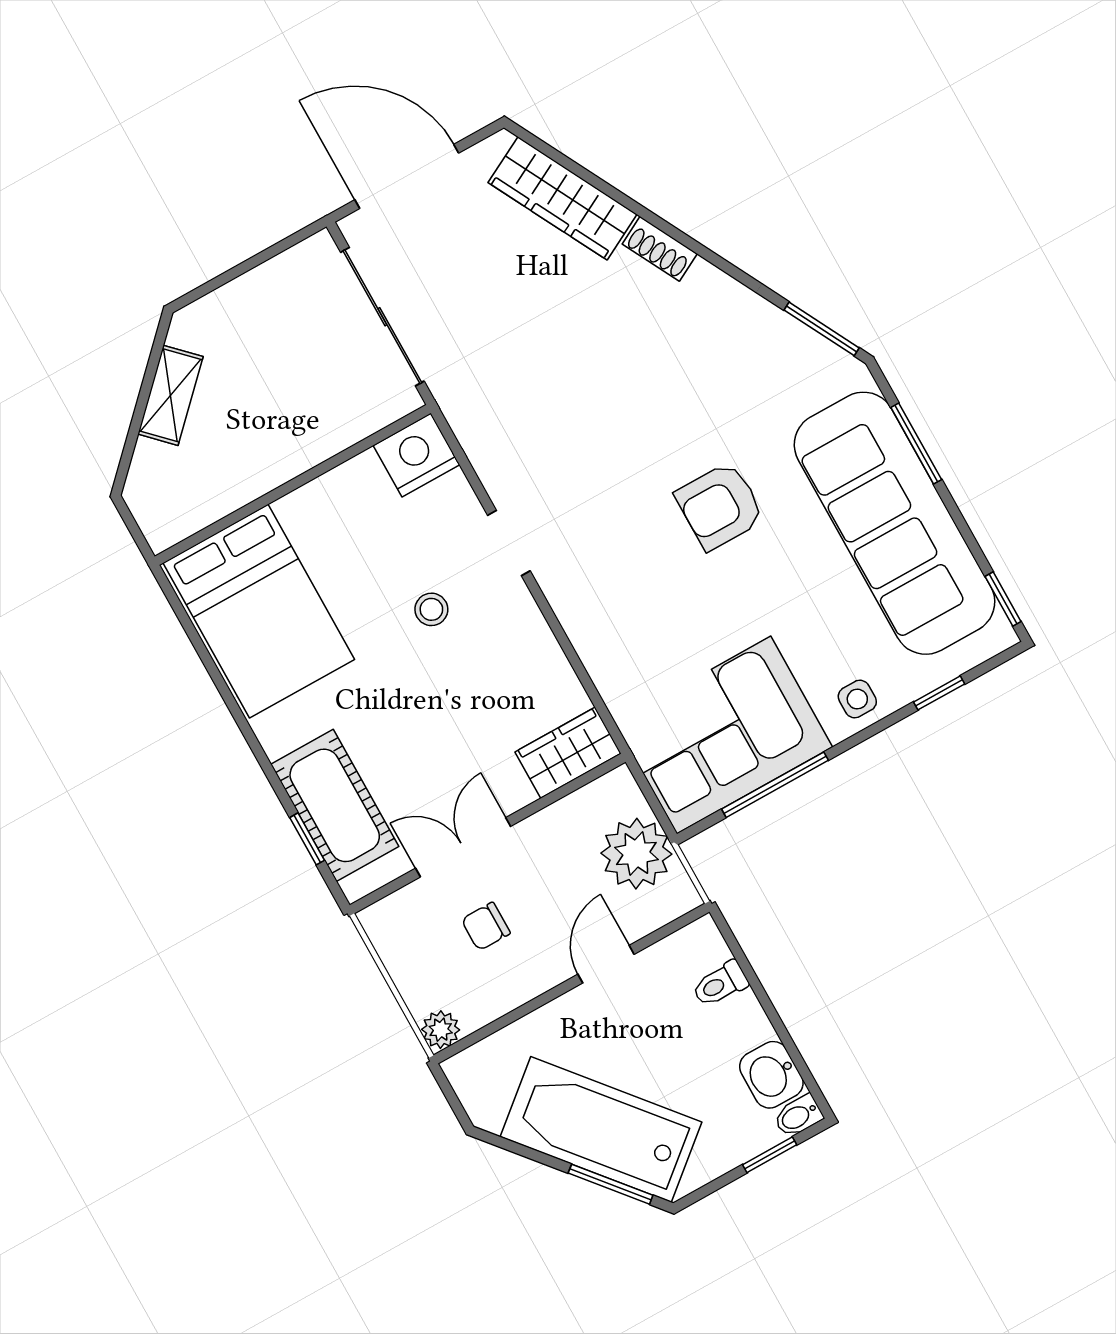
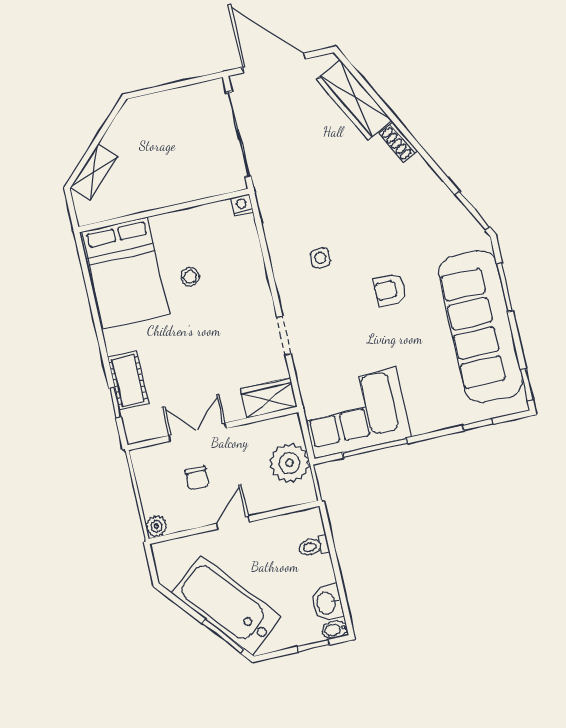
shelving: (171, 395) -> (94, 172), moved
nightstand: (416, 455) -> (242, 205), width x0.53, depth x0.56
armchair: (720, 506) -> (390, 290), width x0.72, depth x0.72
doorway: (509, 543) -> (284, 336), moved
stool: (431, 609) -> (190, 277), moved
side table: (857, 699) -> (320, 258), moved
cot: (335, 805) -> (128, 380), width x0.73, depth x0.75
chair: (486, 926) -> (197, 478), turned -90
door: (606, 964) -> (233, 523), moved

